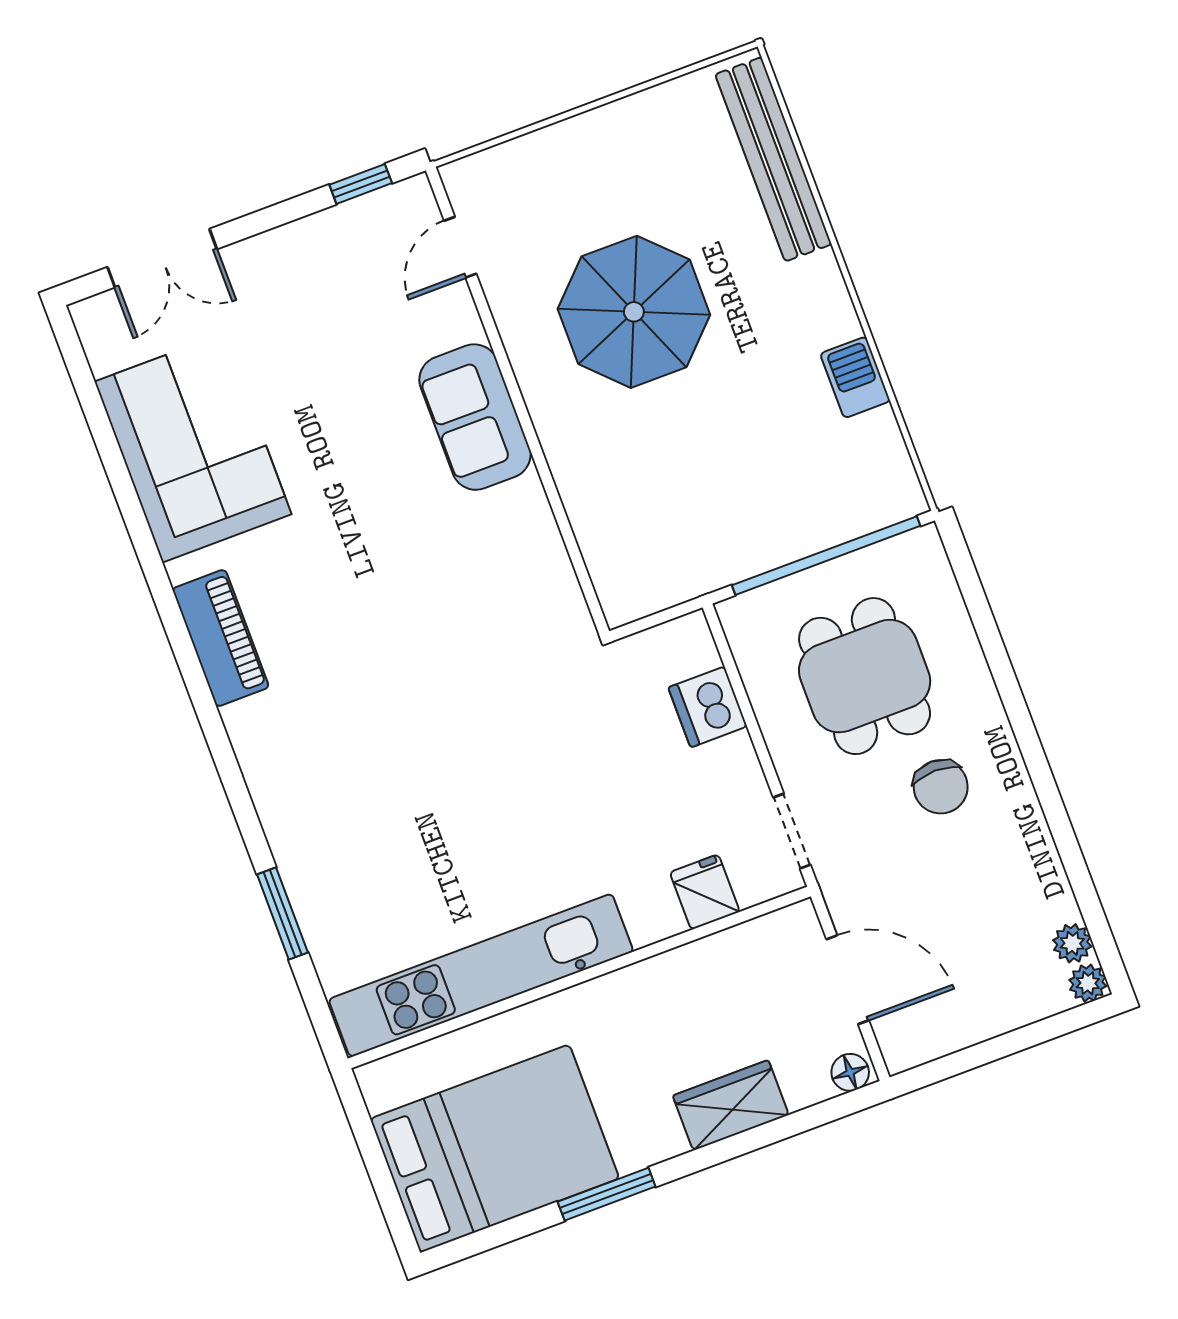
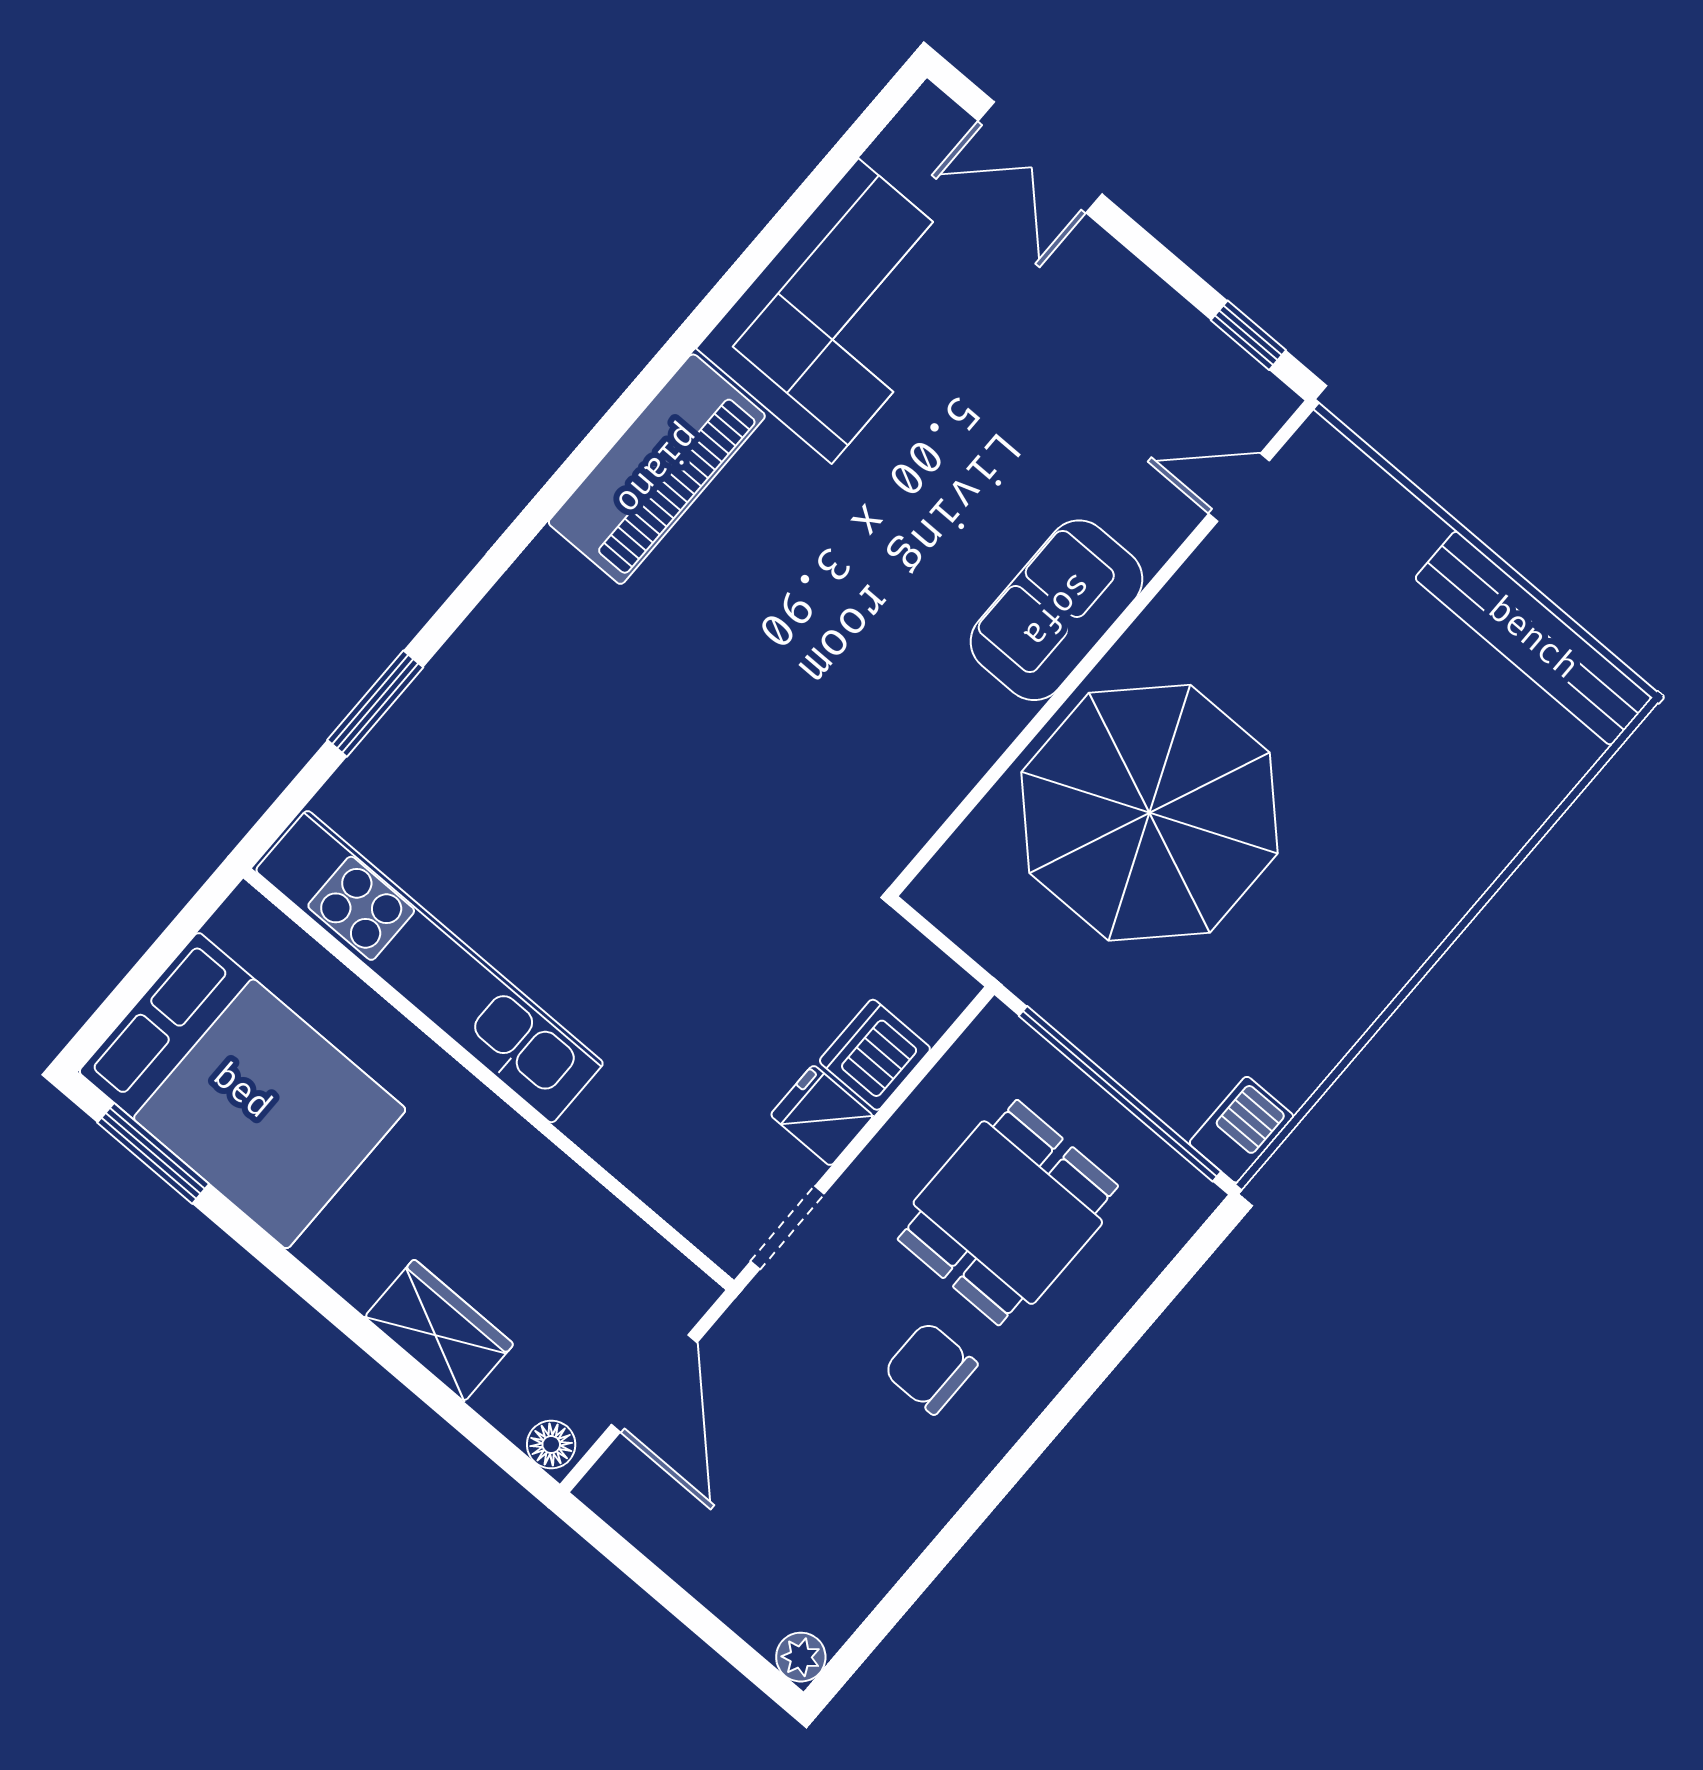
bench: (773, 159) -> (1533, 638), moved, turned 90
parasol: (634, 312) -> (1149, 813), moved, width x1.36, depth x1.36
barbecue: (855, 377) -> (1241, 1130), moved
piano: (221, 638) -> (657, 469), width x1.37, depth x1.33
chair: (941, 787) -> (930, 1368), turned 90
fridge: (705, 892) -> (822, 1115), moved, turned -90
plant: (1072, 943) -> (836, 1615), removed
window: (607, 1194) -> (153, 1153), moved

